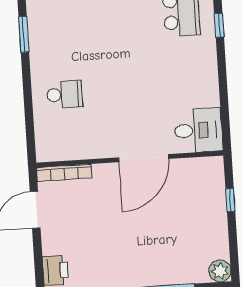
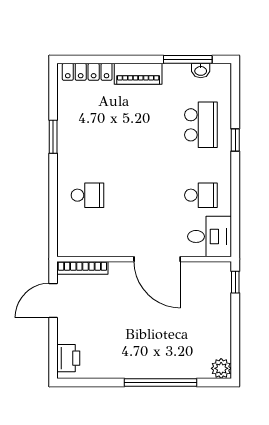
school desk: (186, 87) -> (201, 195), added
door: (144, 158) -> (157, 259), hinge flipped
window: (230, 200) -> (235, 282), moved

